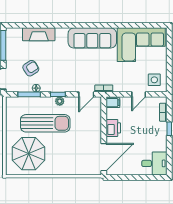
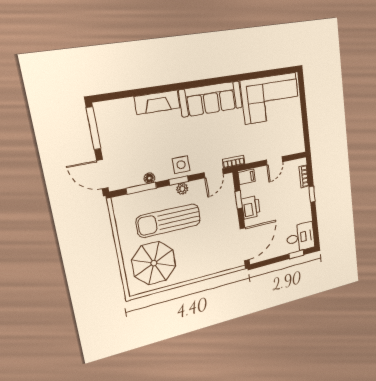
fireplace: (39, 34) -> (157, 102), moved
armchair: (31, 68) -> (138, 153), removed
side table: (154, 80) -> (181, 165), moved
window: (104, 119) -> (239, 200), added
sun lounger: (45, 123) -> (169, 221), turned 180
window: (149, 177) -> (296, 254), added

